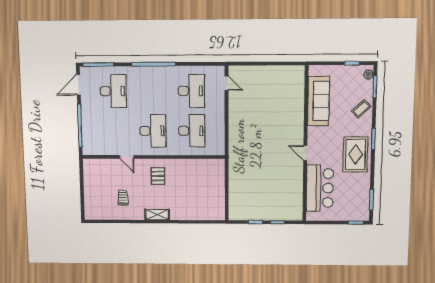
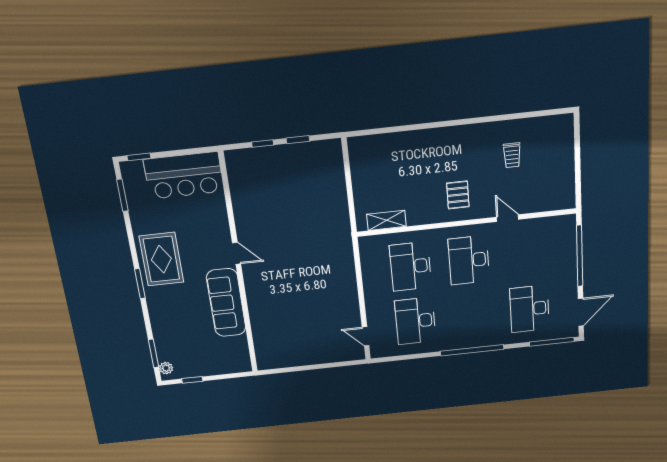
sofa: (318, 101) -> (226, 303), moved
coffee table: (361, 109) -> (167, 323), removed
bar counter: (320, 188) -> (184, 175), moved, turned -90
shelving: (157, 215) -> (386, 220), moved

